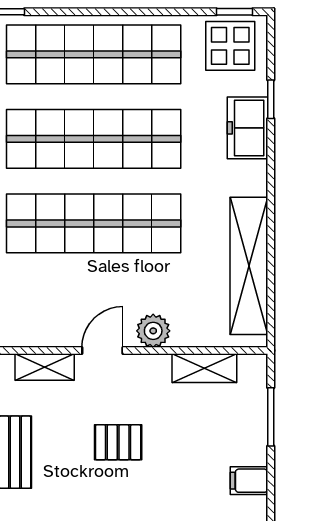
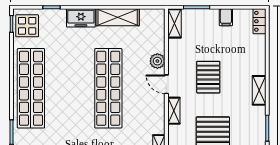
freezer: (248, 128) -> (81, 18), moved
shop shelf: (94, 139) -> (70, 88), removed
shelving: (249, 266) -> (118, 17), width x0.68
shelving: (204, 368) -> (174, 23), moved
pallet: (118, 442) -> (208, 77), width x1.50, depth x1.42

